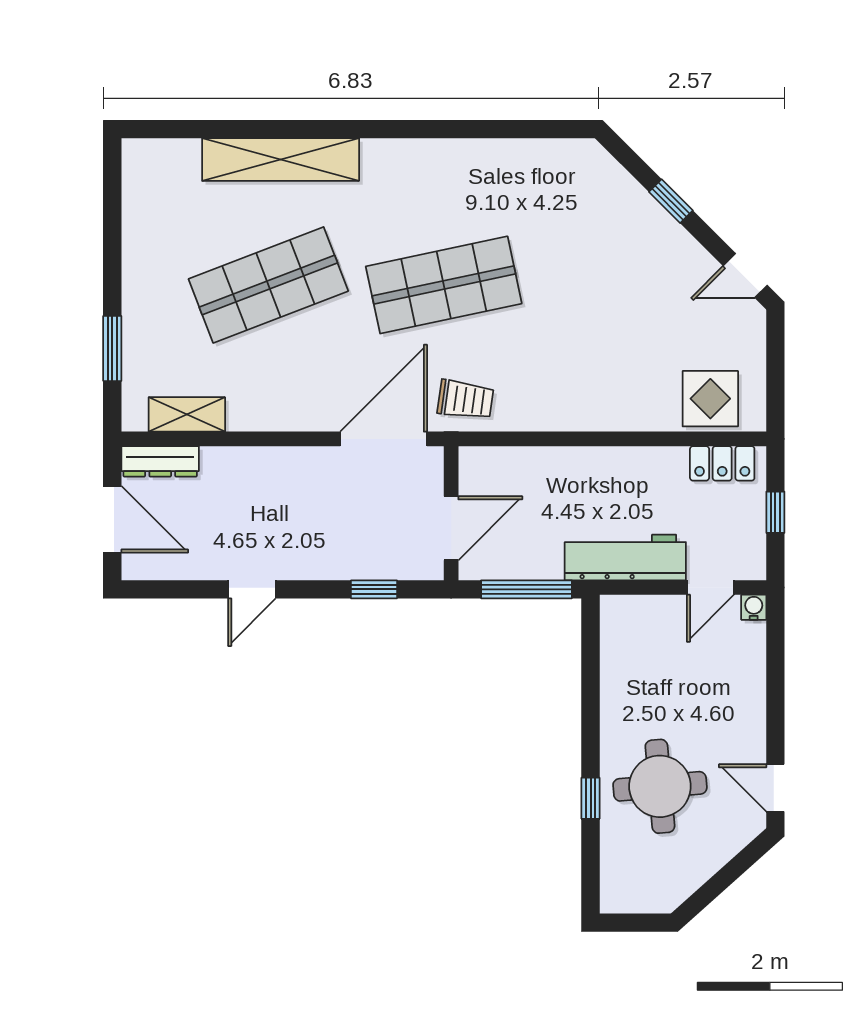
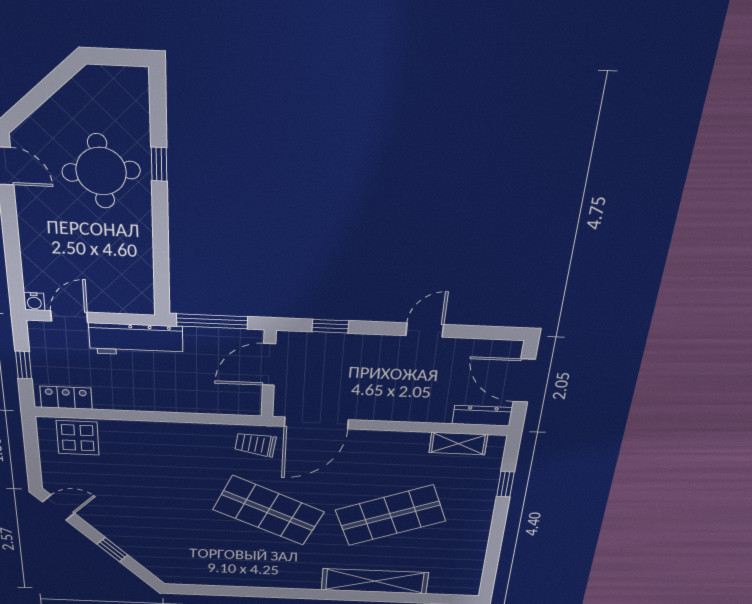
shop shelf: (444, 285) -> (268, 511), turned 36
window: (112, 348) -> (505, 484), width x0.67

